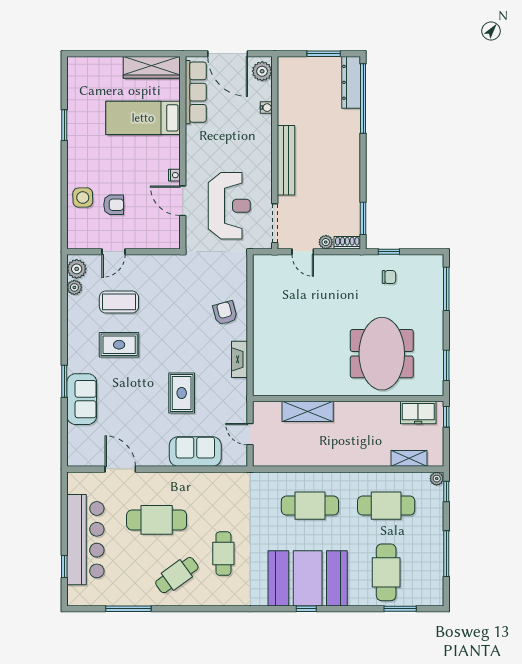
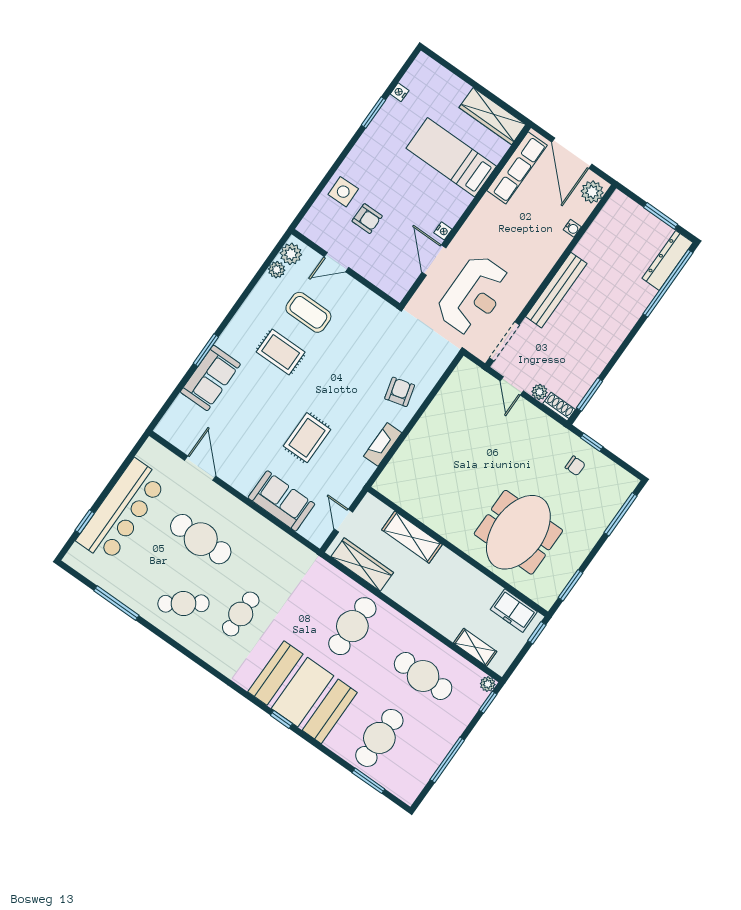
nightstand: (73, 97) -> (400, 92), added
wardrobe: (286, 456) -> (362, 564), added
cafe table: (310, 506) -> (352, 626), turned 90

